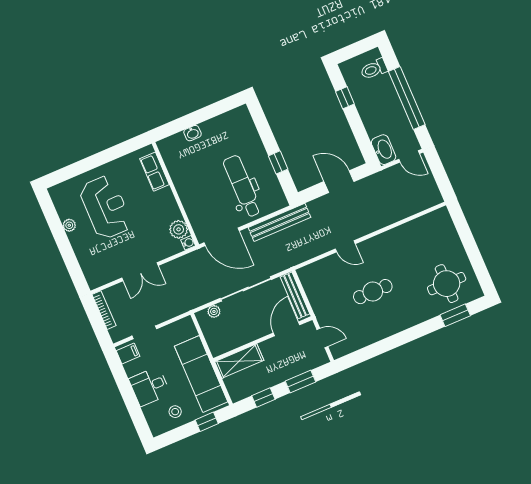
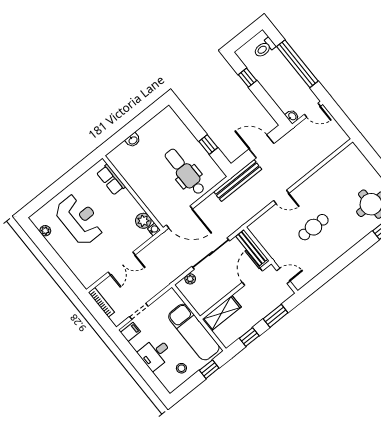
washbasin: (384, 150) -> (292, 116), width x0.52, depth x0.69
bench: (279, 222) -> (238, 181), moved
plant: (69, 225) -> (45, 231), moved

